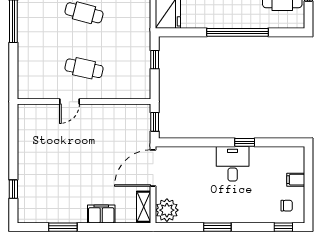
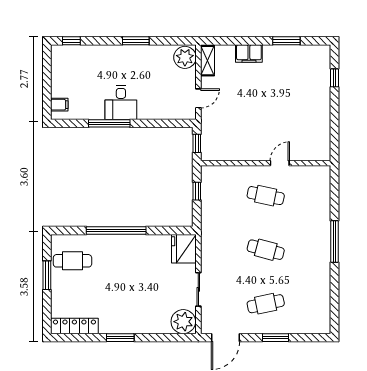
window: (155, 60) -> (197, 191), moved
window: (245, 142) -> (109, 123), width x2.17
door: (153, 168) -> (198, 98), width x0.53
filing cabinet: (296, 180) -> (59, 105), moved
chair: (287, 206) -> (68, 62), removed

